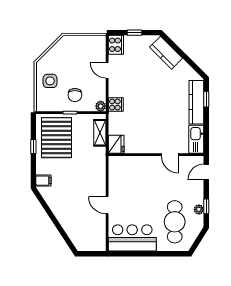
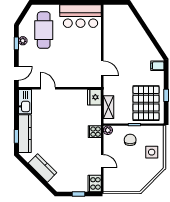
kitchen counter: (166, 53) -> (43, 168), moved
door: (107, 205) -> (102, 68), moved

